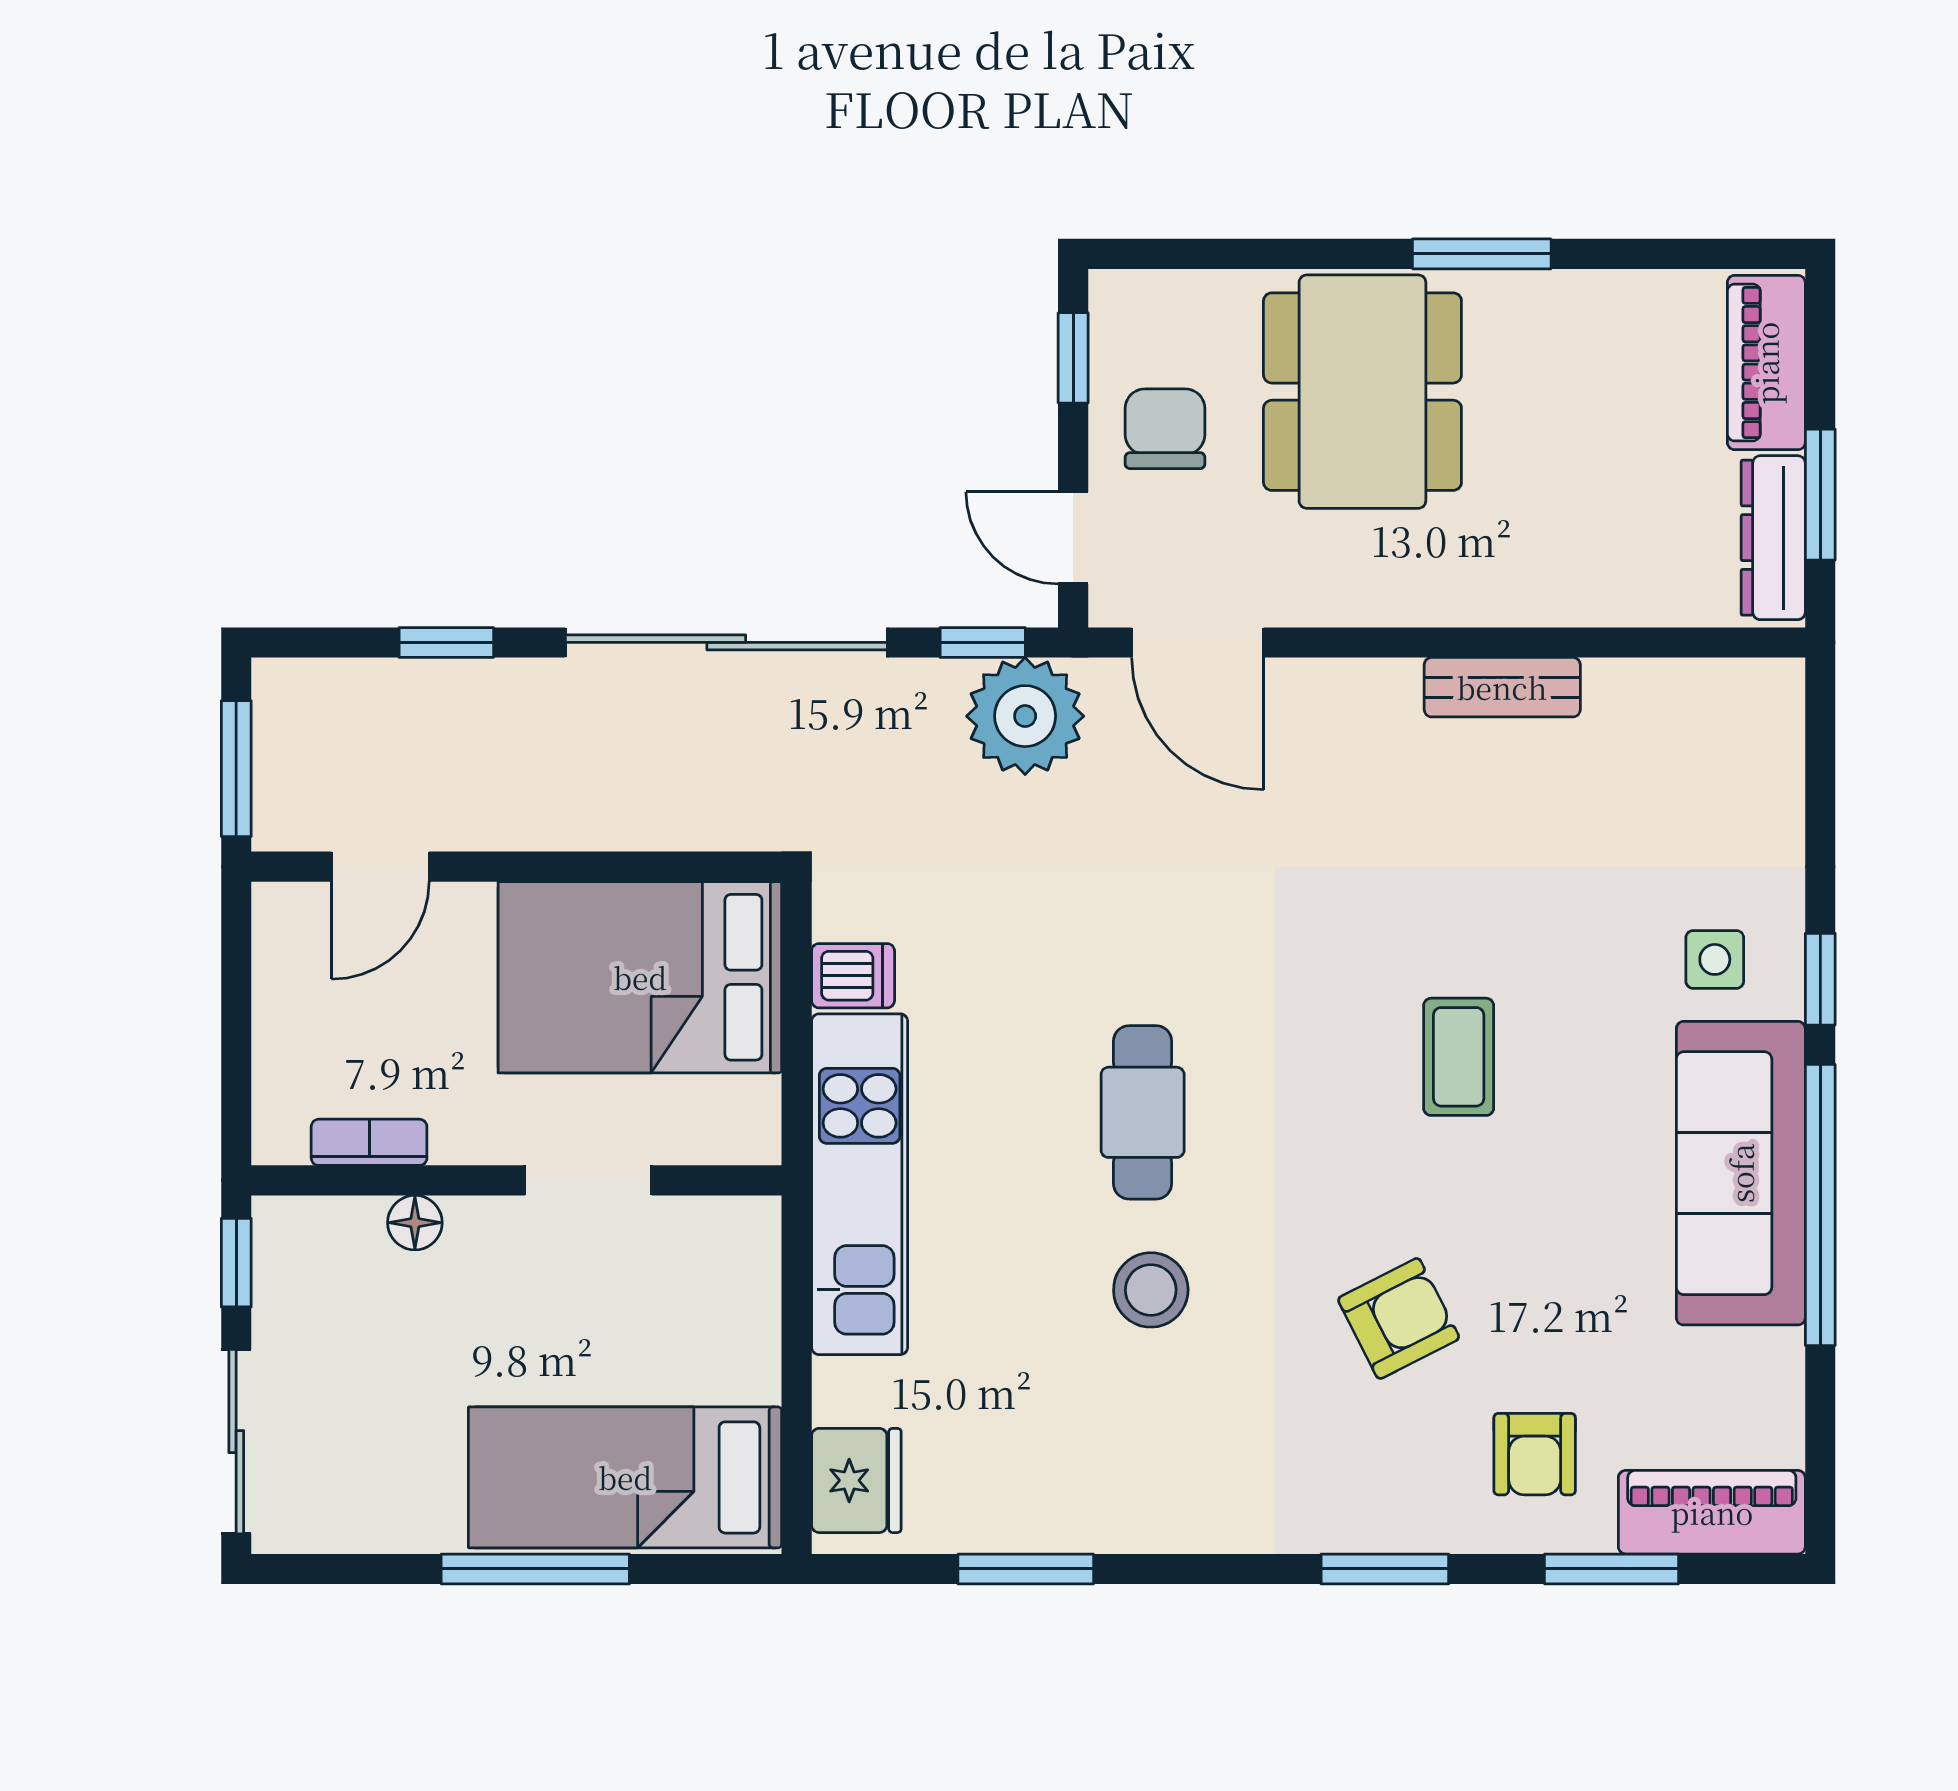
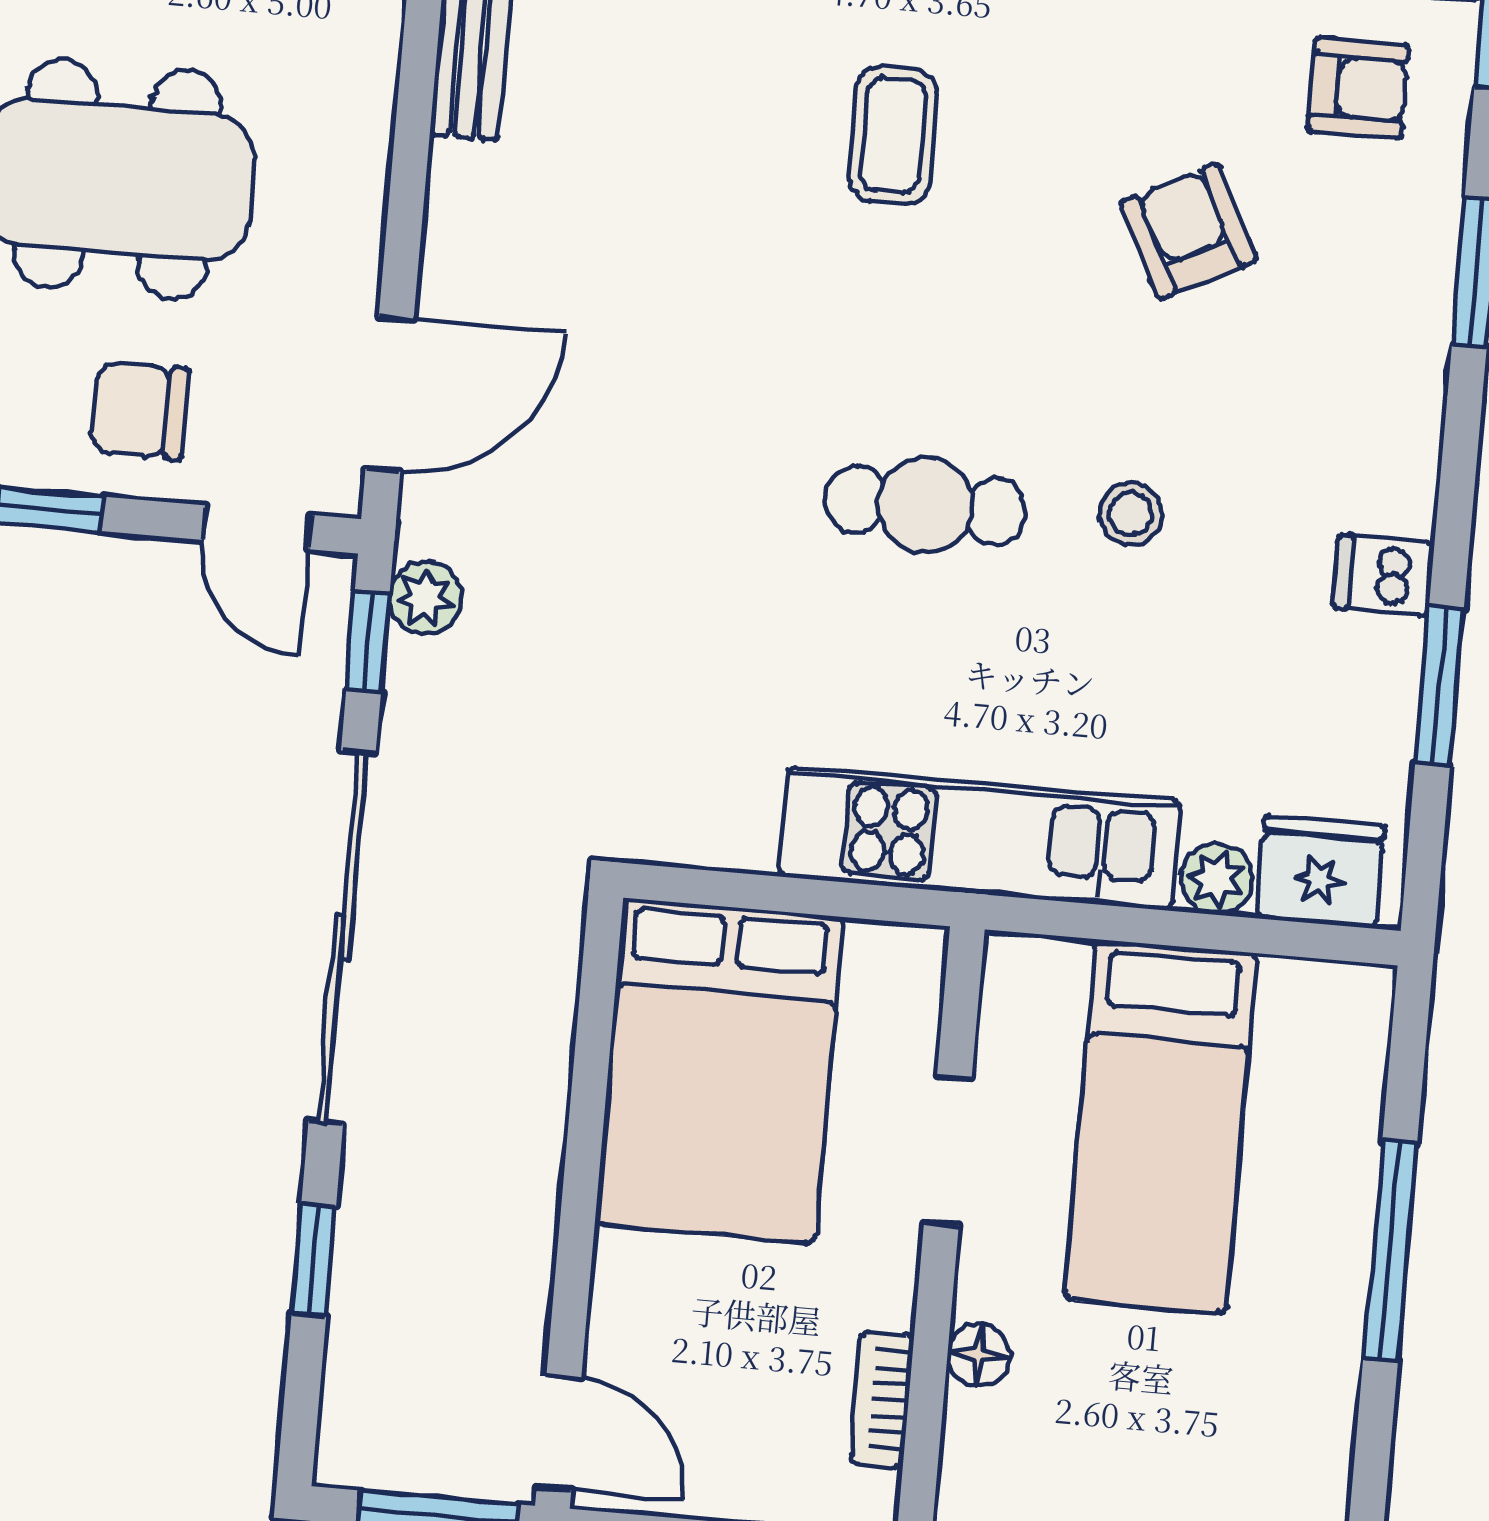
door: (1073, 538) -> (256, 527), hinge flipped
plant: (1025, 716) -> (425, 598), width x0.53, depth x0.53
door: (380, 867) -> (559, 1433), moved
dishwasher: (853, 976) -> (1384, 575), moved, turned -90
coffee table: (1459, 1057) -> (893, 135), turned 90
stool: (1151, 1290) -> (1131, 514), width x0.73, depth x0.73
plant: (842, 1391) -> (1217, 879), added
bed: (625, 1477) -> (1161, 1127), moved

